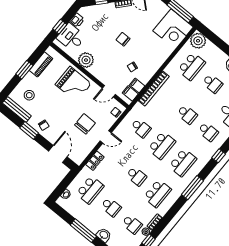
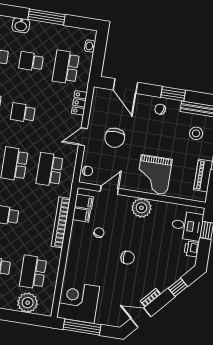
plant: (198, 41) -> (28, 303), moved
plant: (86, 60) -> (141, 208), moved
grand piano: (73, 84) -> (154, 175), turned -90
school desk: (141, 128) -> (49, 170), width x1.85

